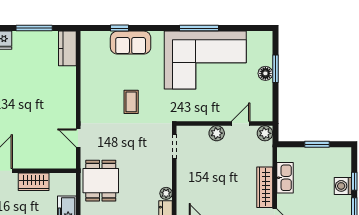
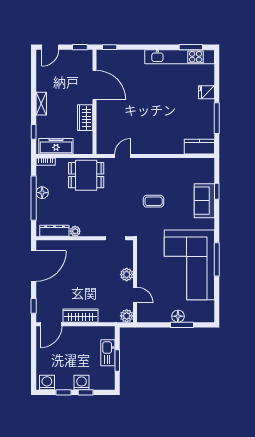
kitchen sink: (285, 178) -> (108, 353), moved, turned 90

